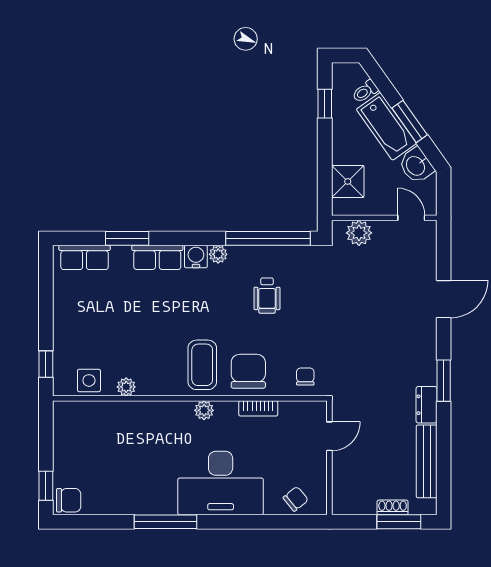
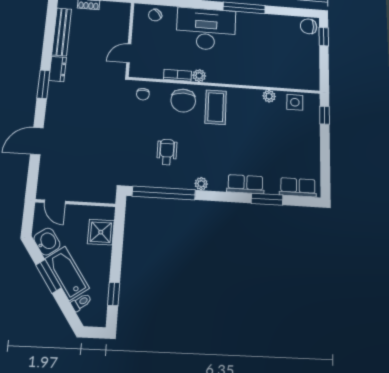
plant: (359, 233) -> (96, 193), removed
water cooler: (196, 257) -> (217, 183), removed
plant: (204, 410) -> (199, 76), moved

